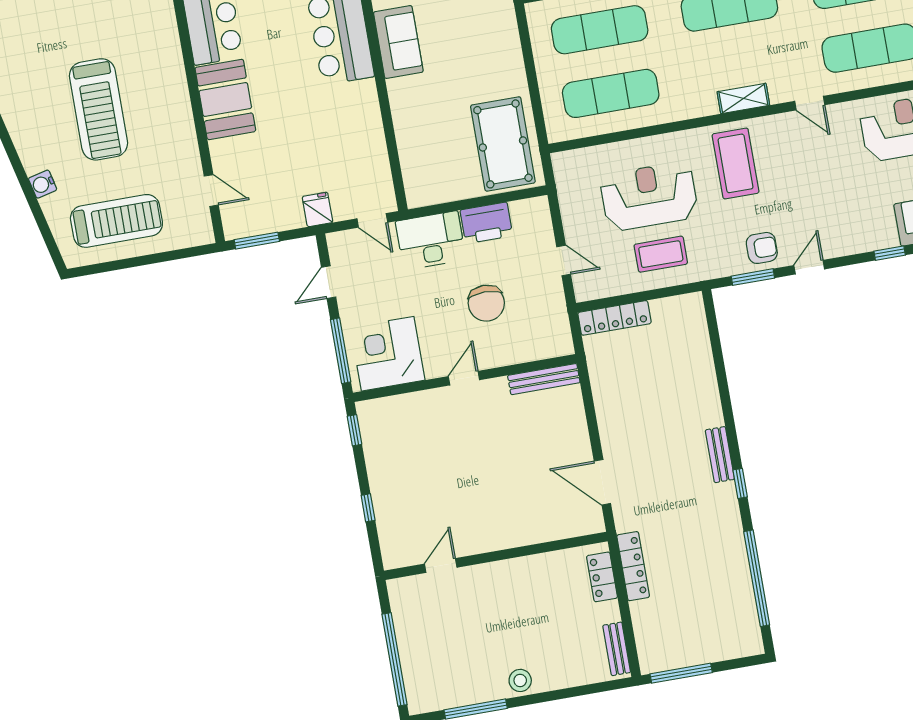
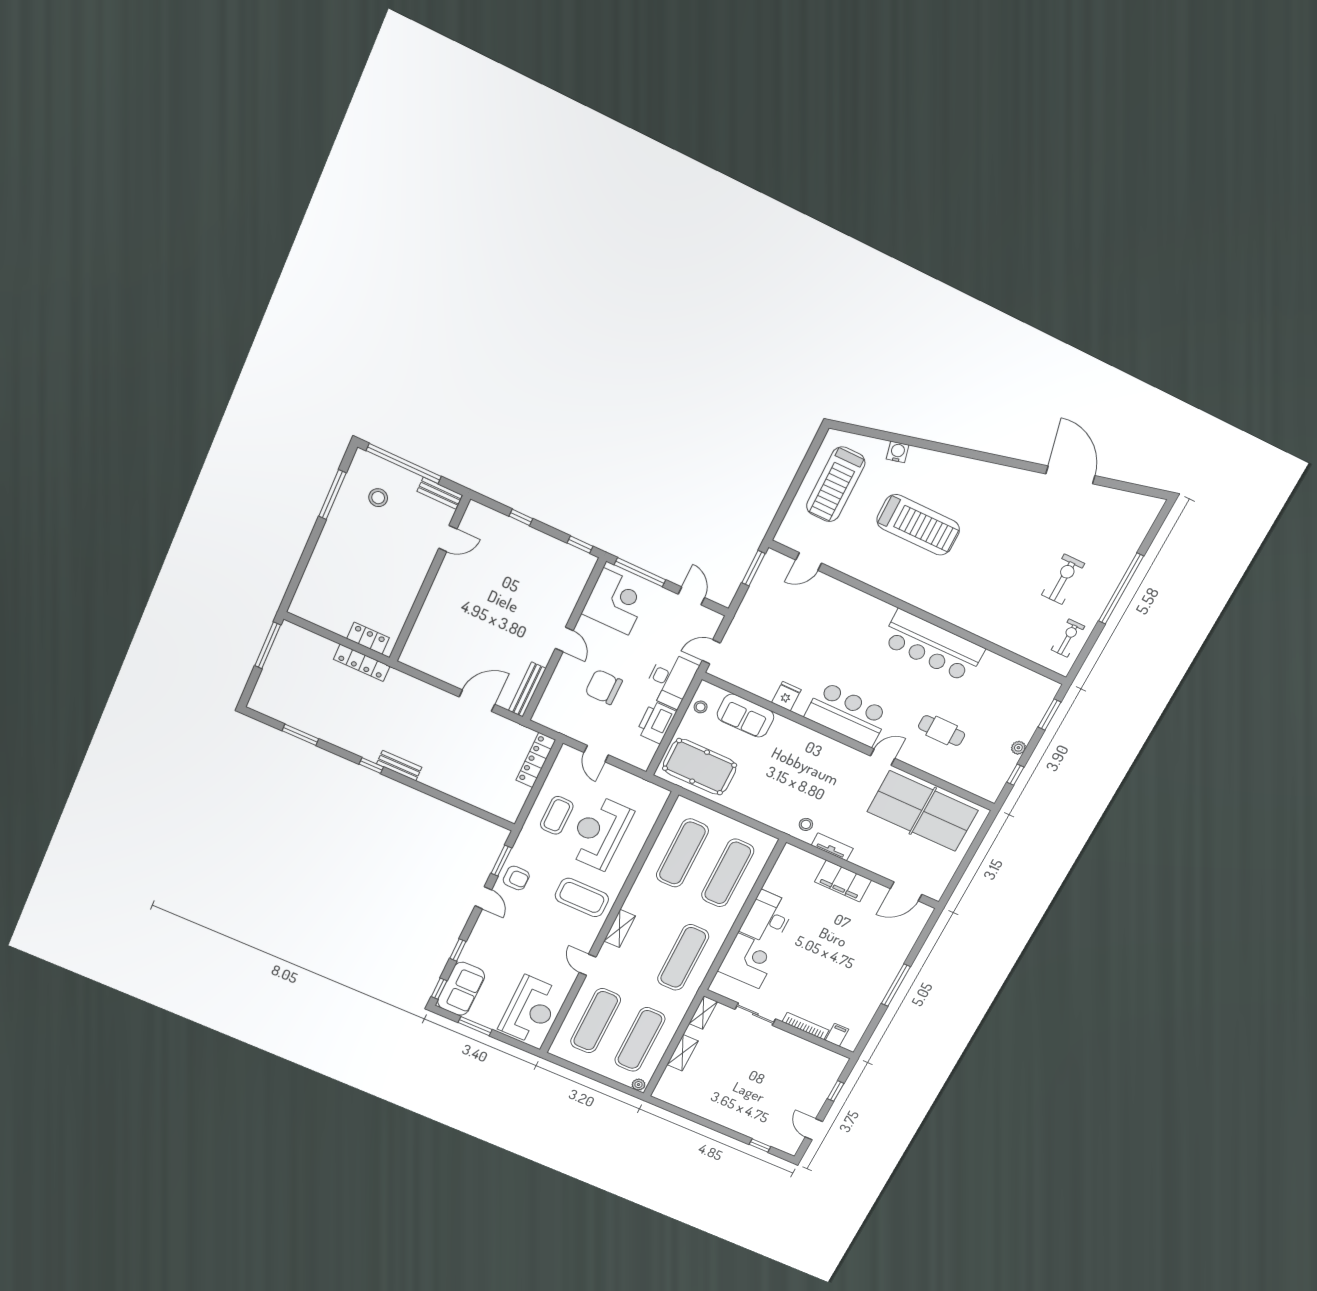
sofa: (398, 42) -> (746, 716), moved
booth: (225, 99) -> (861, 612), removed
door: (810, 103) -> (588, 965), hinge flipped
treadmill: (99, 109) -> (918, 525), turned 180
stool: (438, 189) -> (701, 707), added
reception desk: (649, 196) -> (599, 833), turned 180
fridge: (317, 209) -> (786, 696), moved, turned -90
armchair: (762, 248) -> (516, 878), turned -90
door: (564, 260) -> (596, 754), hinge flipped
door: (602, 482) -> (477, 701), moved
door: (441, 566) -> (448, 539), hinge flipped
window: (757, 578) -> (300, 735), width x0.47
bench: (617, 649) -> (440, 493), moved
stool: (520, 680) -> (378, 498), moved

